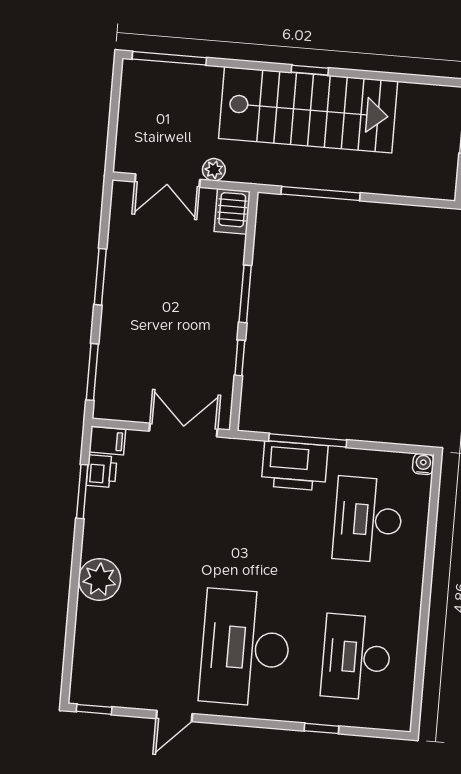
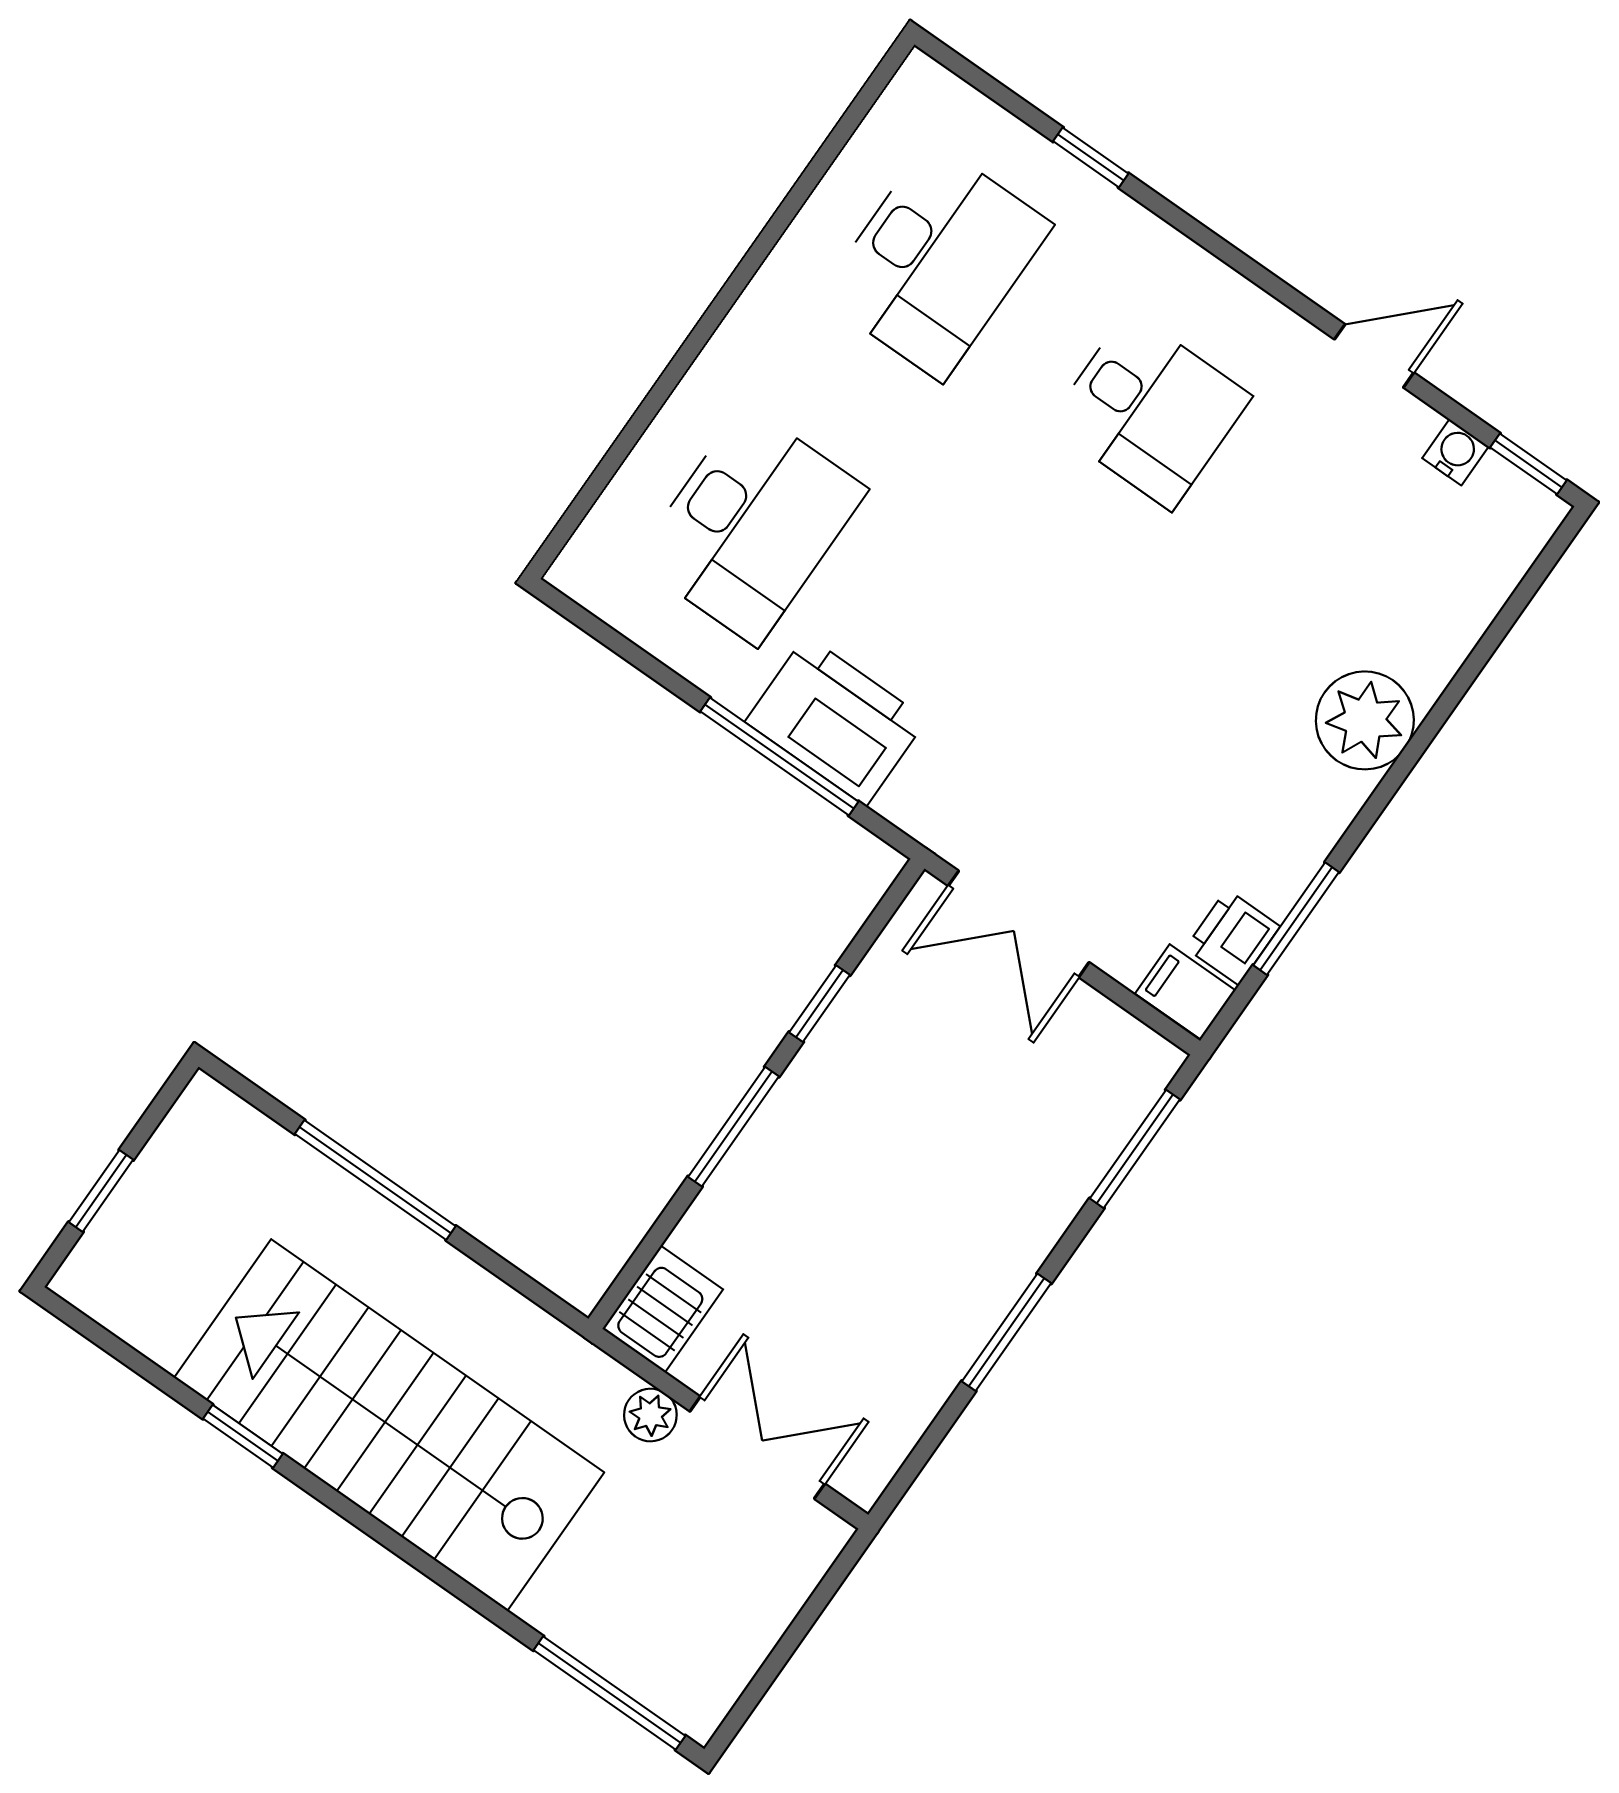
window: (310, 70) -> (243, 1436), moved
window: (321, 194) -> (375, 1180), moved
water cooler: (423, 464) -> (1455, 452), moved, turned 180
desk: (245, 648) -> (1150, 410), width x0.53, depth x0.77

